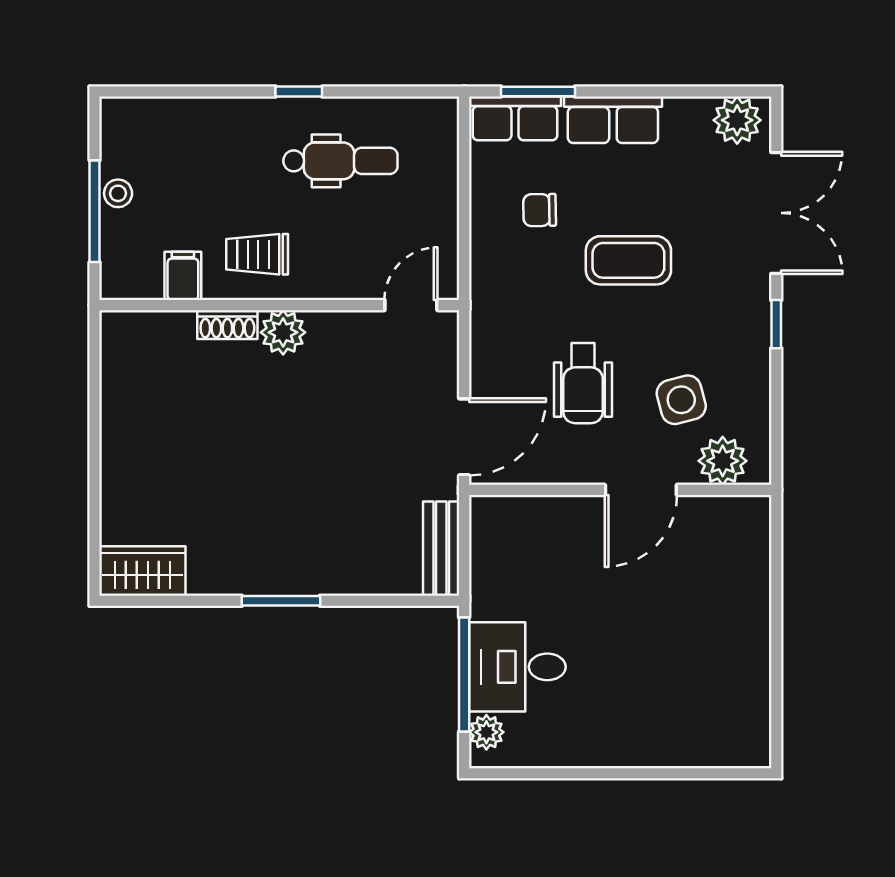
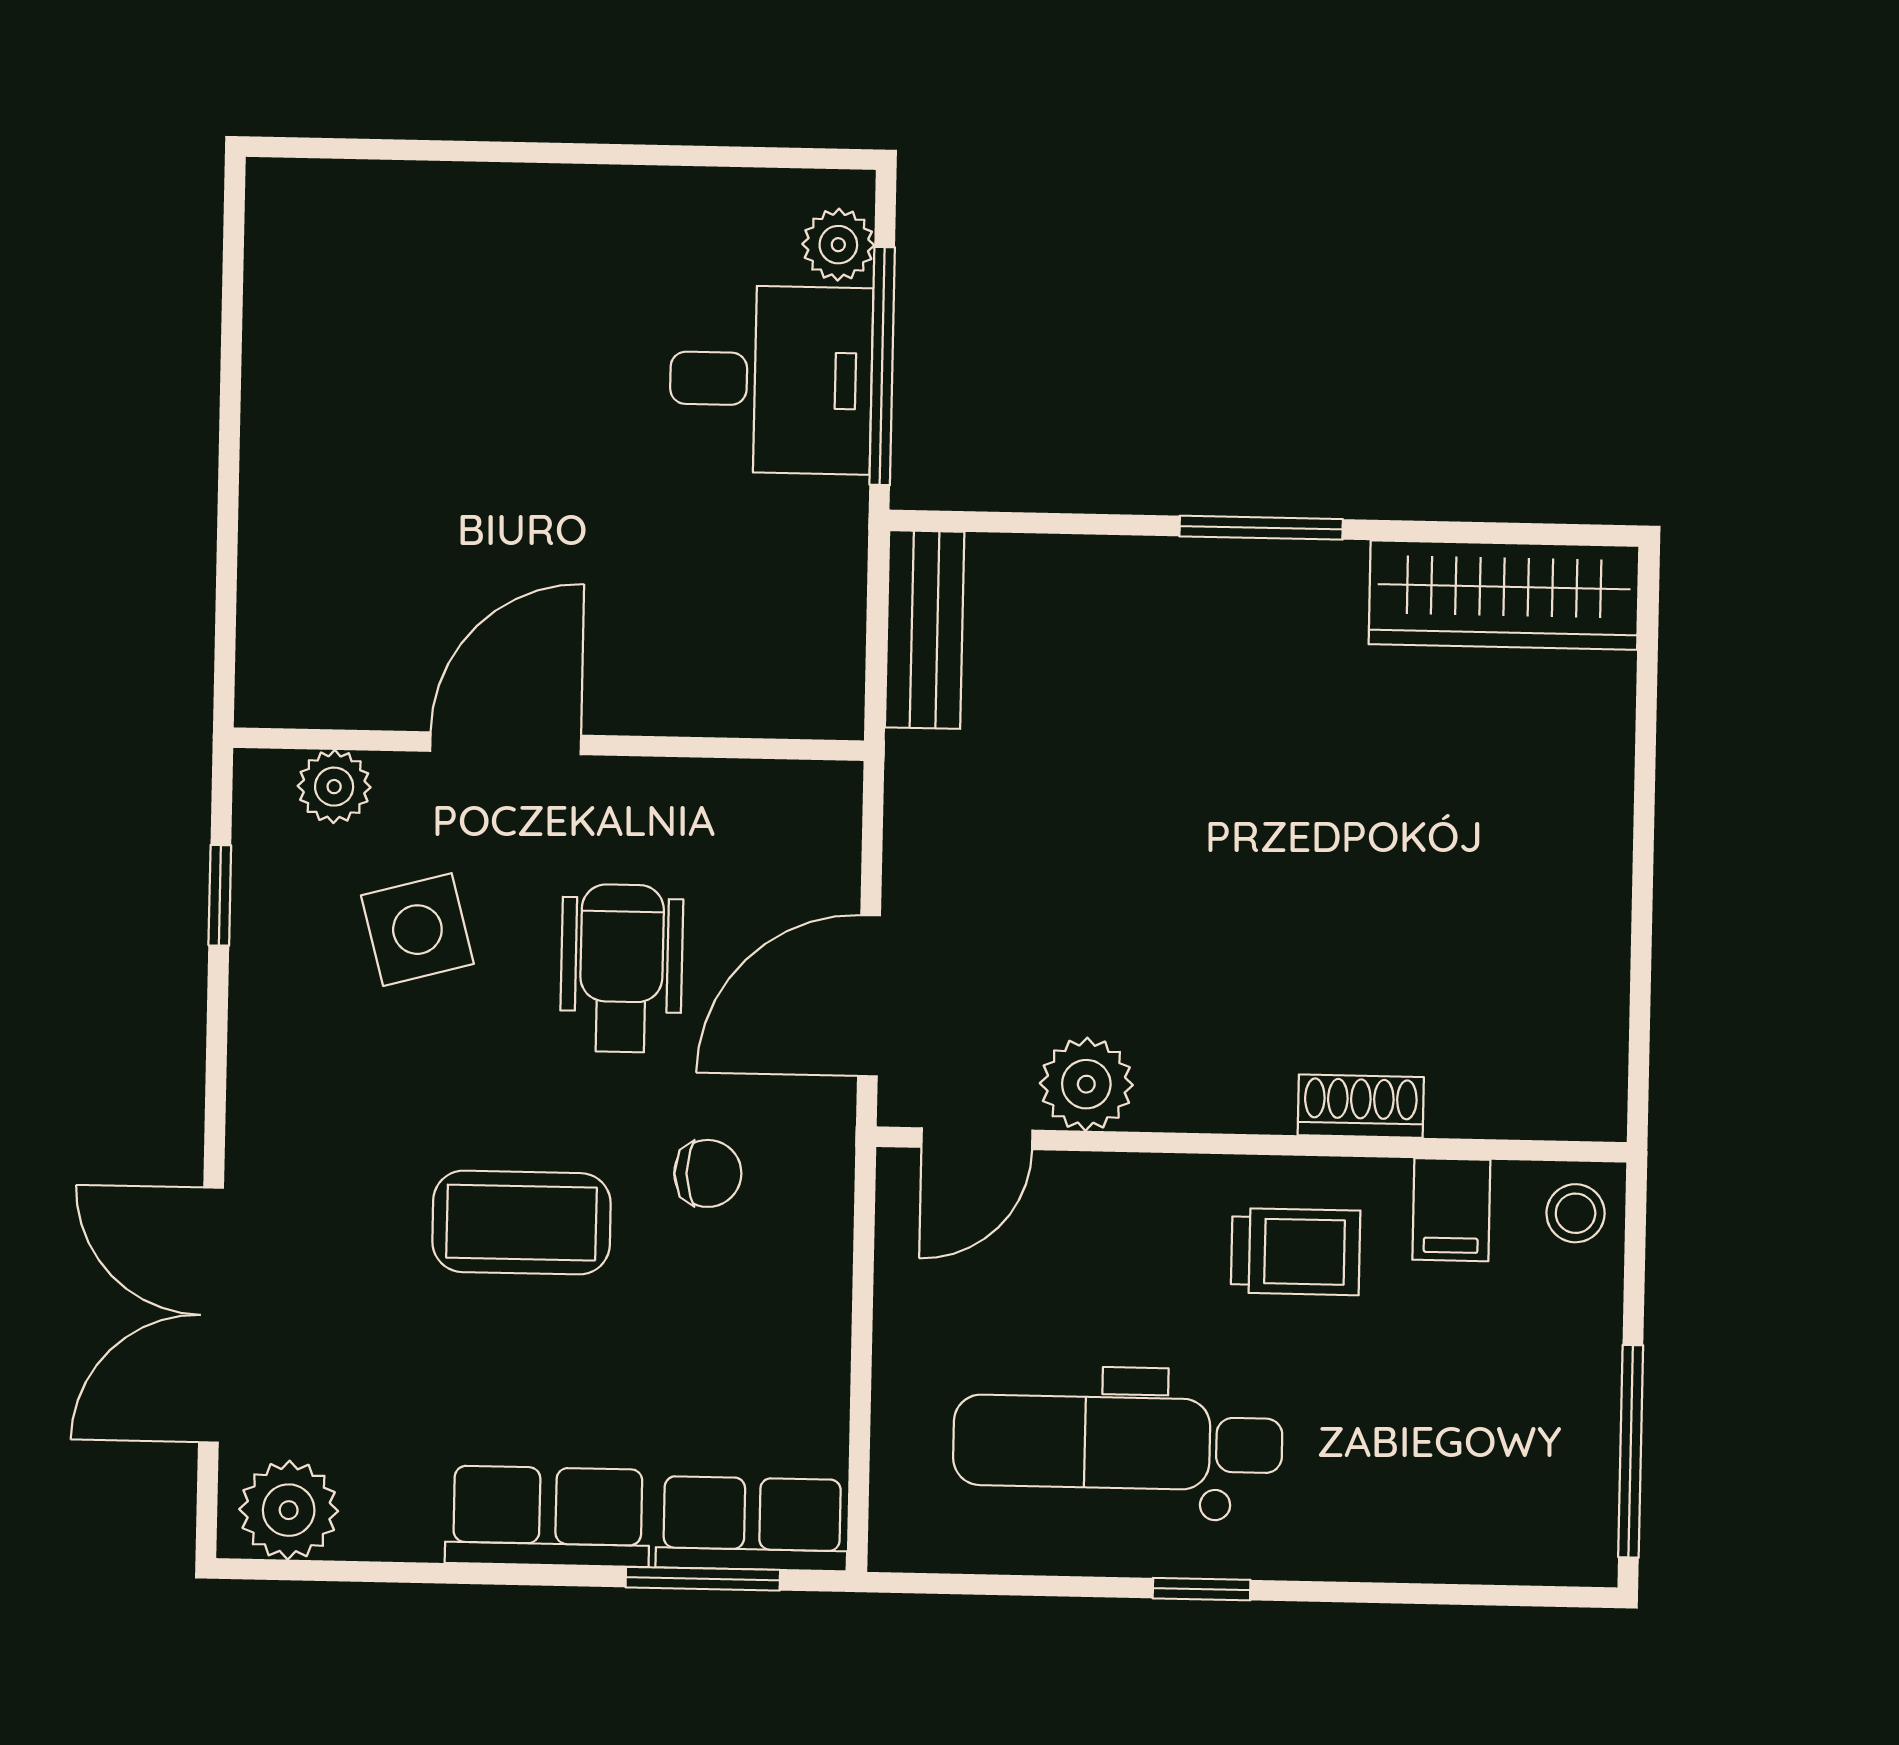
dental chair: (340, 161) -> (1118, 1443), width x1.36, depth x1.38
stool: (118, 193) -> (1576, 1213), moved
chair: (540, 210) -> (708, 1173), moved
window: (95, 211) -> (1631, 1451), moved
window: (776, 324) -> (220, 895), moved
plant: (283, 332) -> (1086, 1084), moved
door: (464, 437) -> (869, 996), moved
plant: (723, 461) -> (334, 787), width x0.73, depth x0.73
wardrobe: (142, 571) -> (1504, 595), width x1.50

